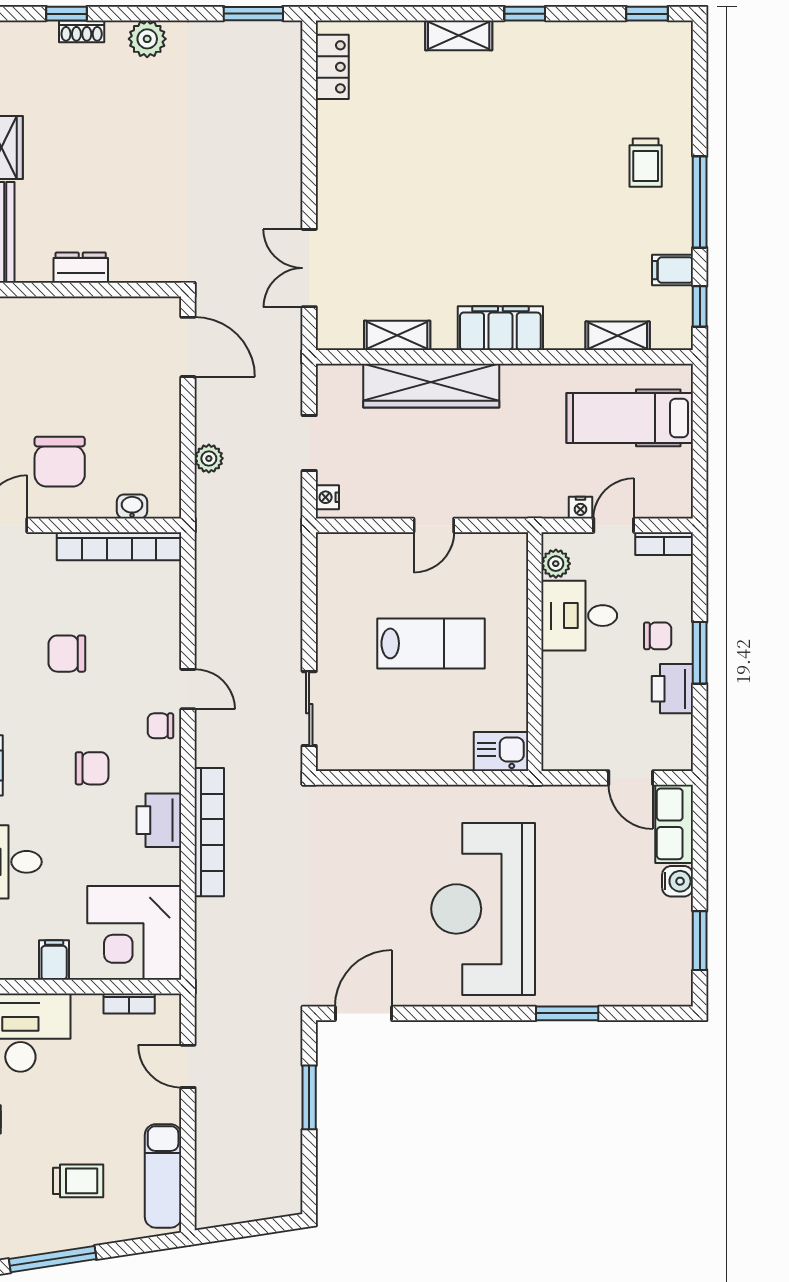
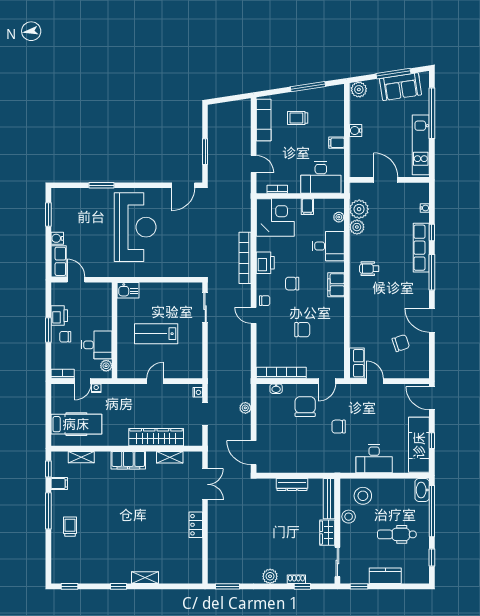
locker: (332, 67) -> (196, 525), moved
dresser: (81, 268) -> (292, 484), width x1.44

